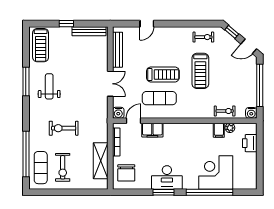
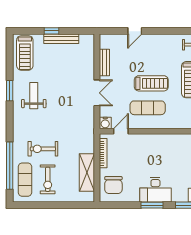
bench: (89, 31) -> (61, 39), moved
bench: (118, 50) -> (104, 63), width x0.73
window: (26, 82) -> (10, 91), width x0.69
exercise bike: (64, 128) -> (43, 149), moved
filing cabinet: (152, 130) -> (140, 141), removed

